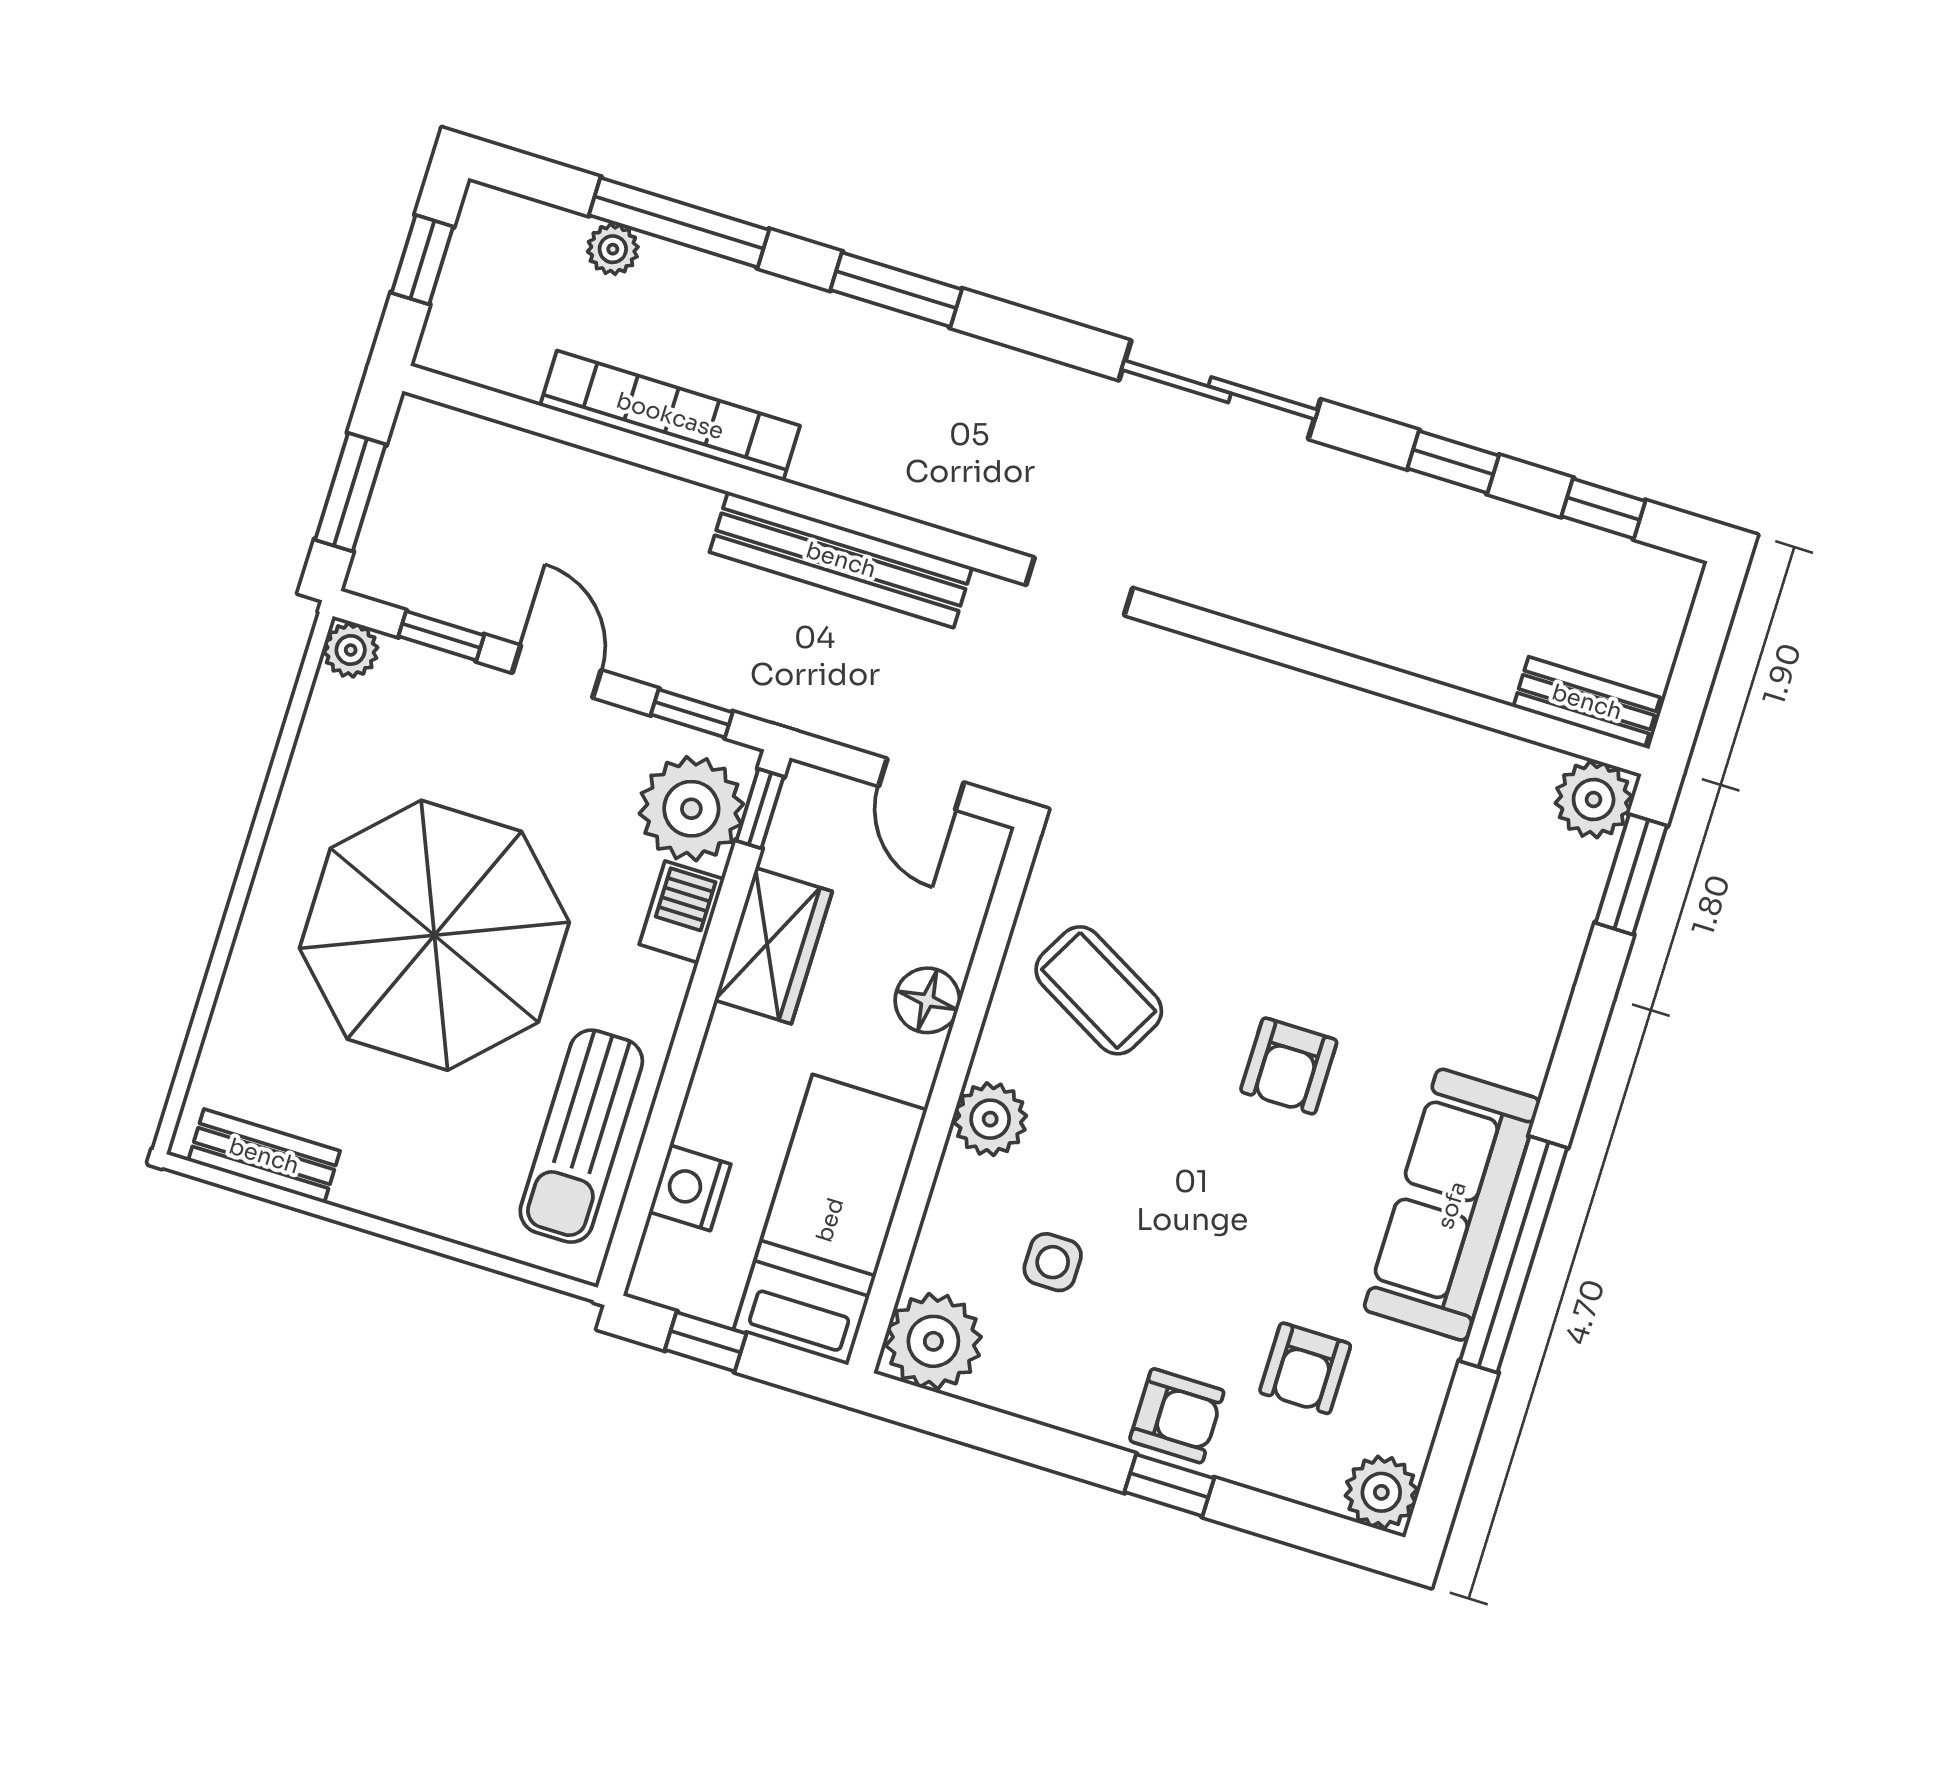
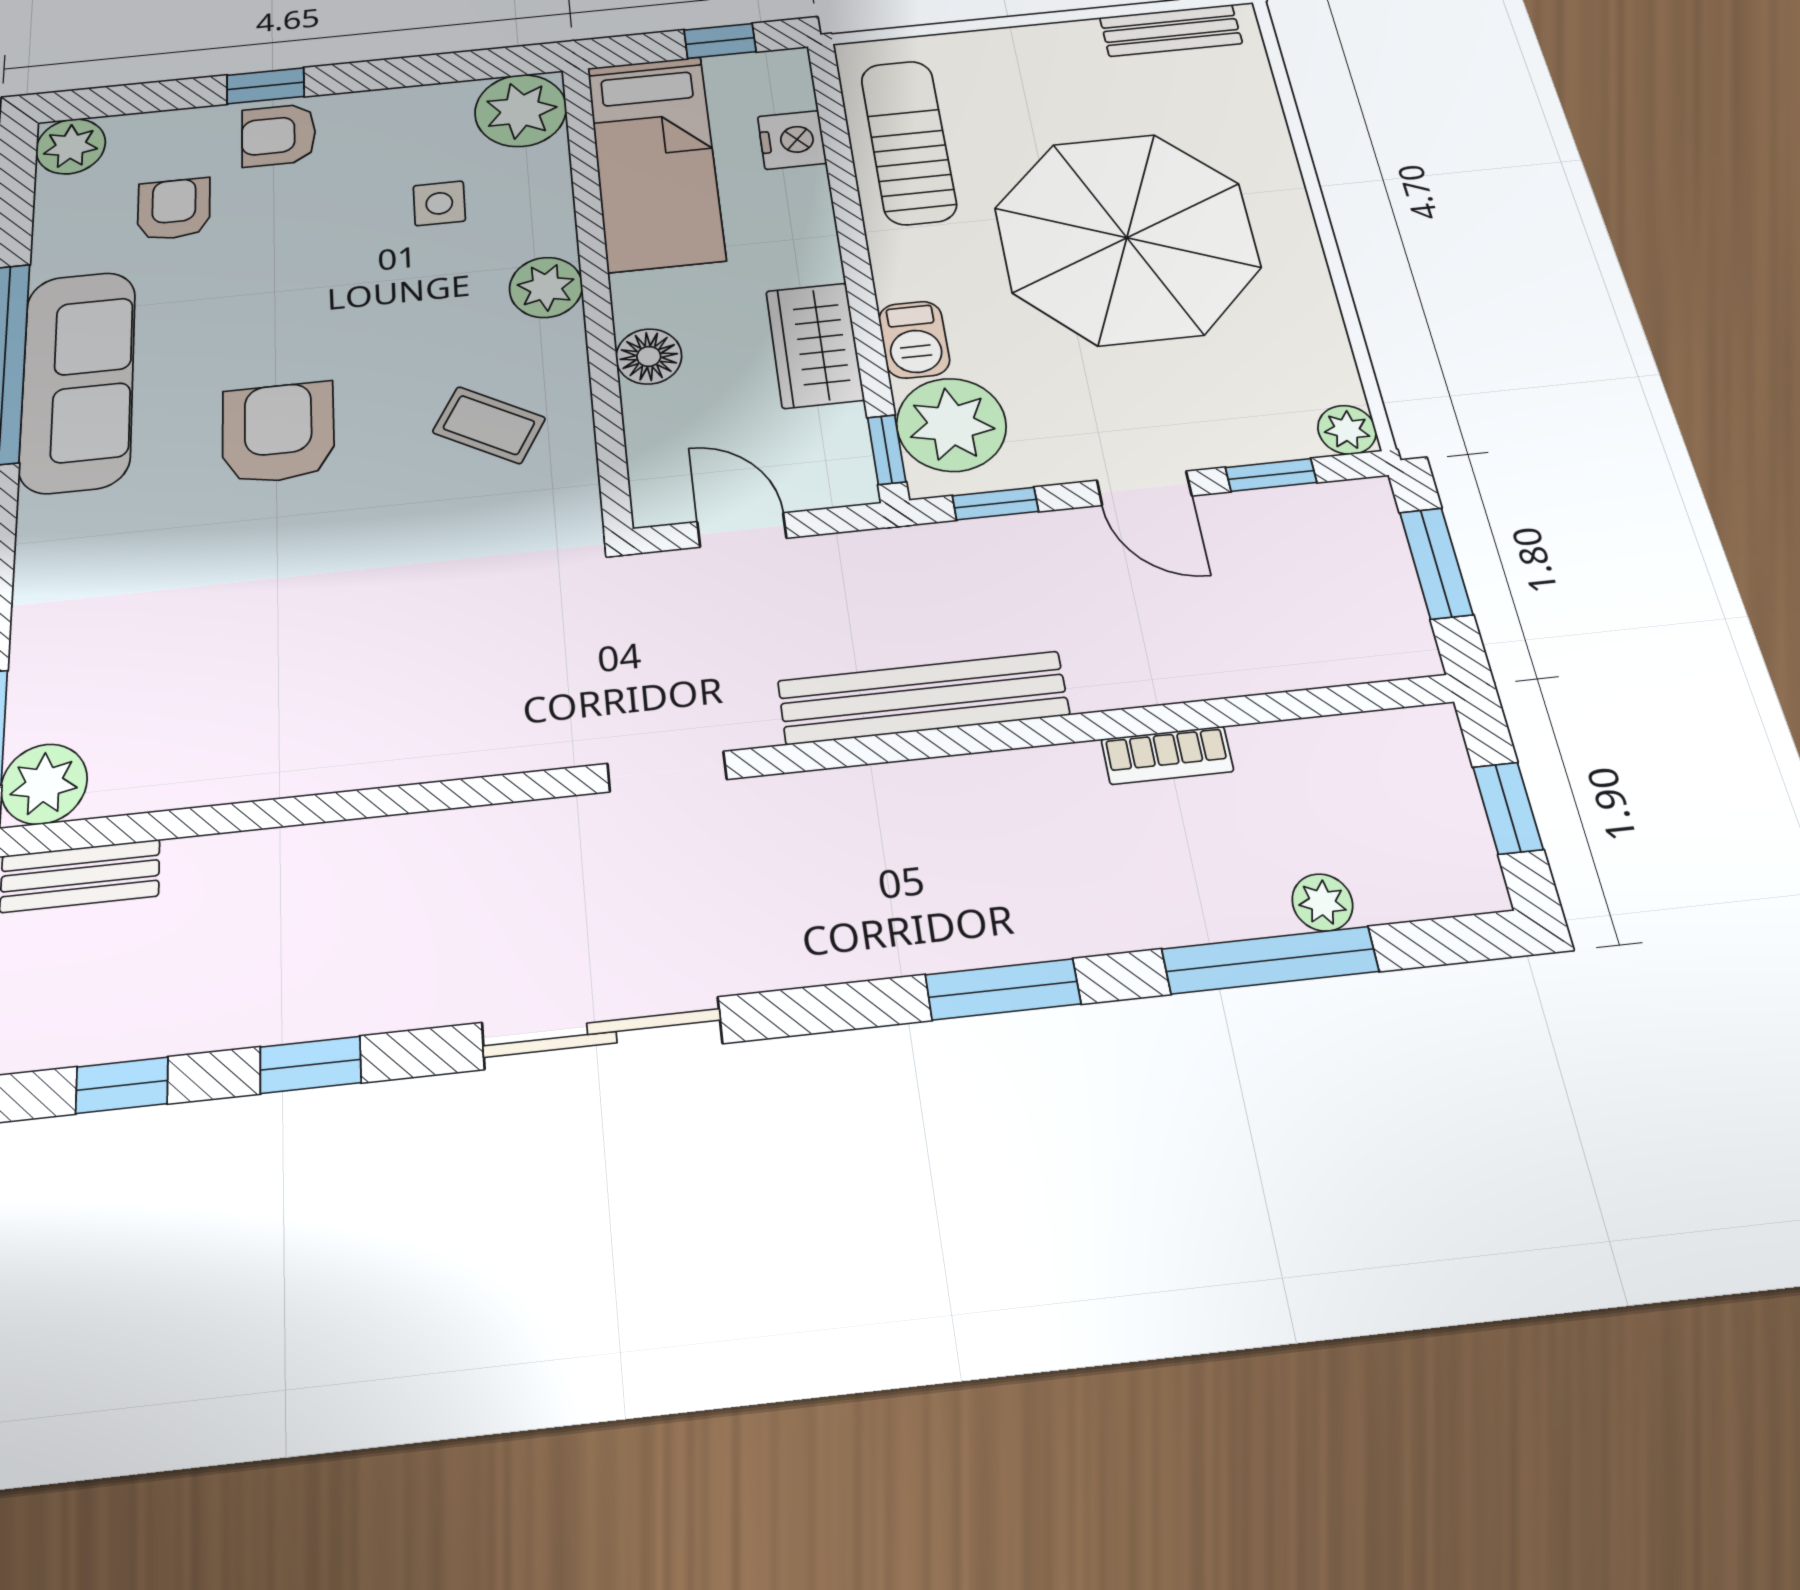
bookcase: (670, 416) -> (1167, 755), width x0.43, depth x0.76
coffee table: (1099, 990) -> (489, 425), width x0.73, depth x0.77
armchair: (1289, 1066) -> (278, 433), width x1.38, depth x1.38

